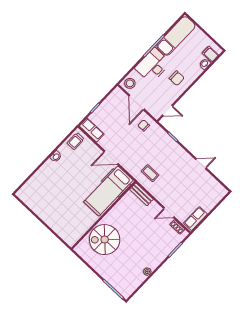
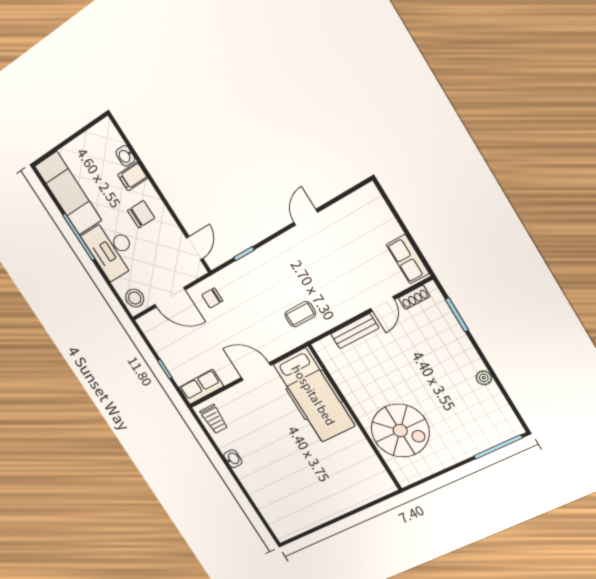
filing cabinet: (210, 54) -> (133, 176), moved
door: (111, 158) -> (256, 371), swing flipped
bench: (141, 194) -> (355, 331), moved
spiral stairs: (105, 240) -> (400, 431), turned -90

